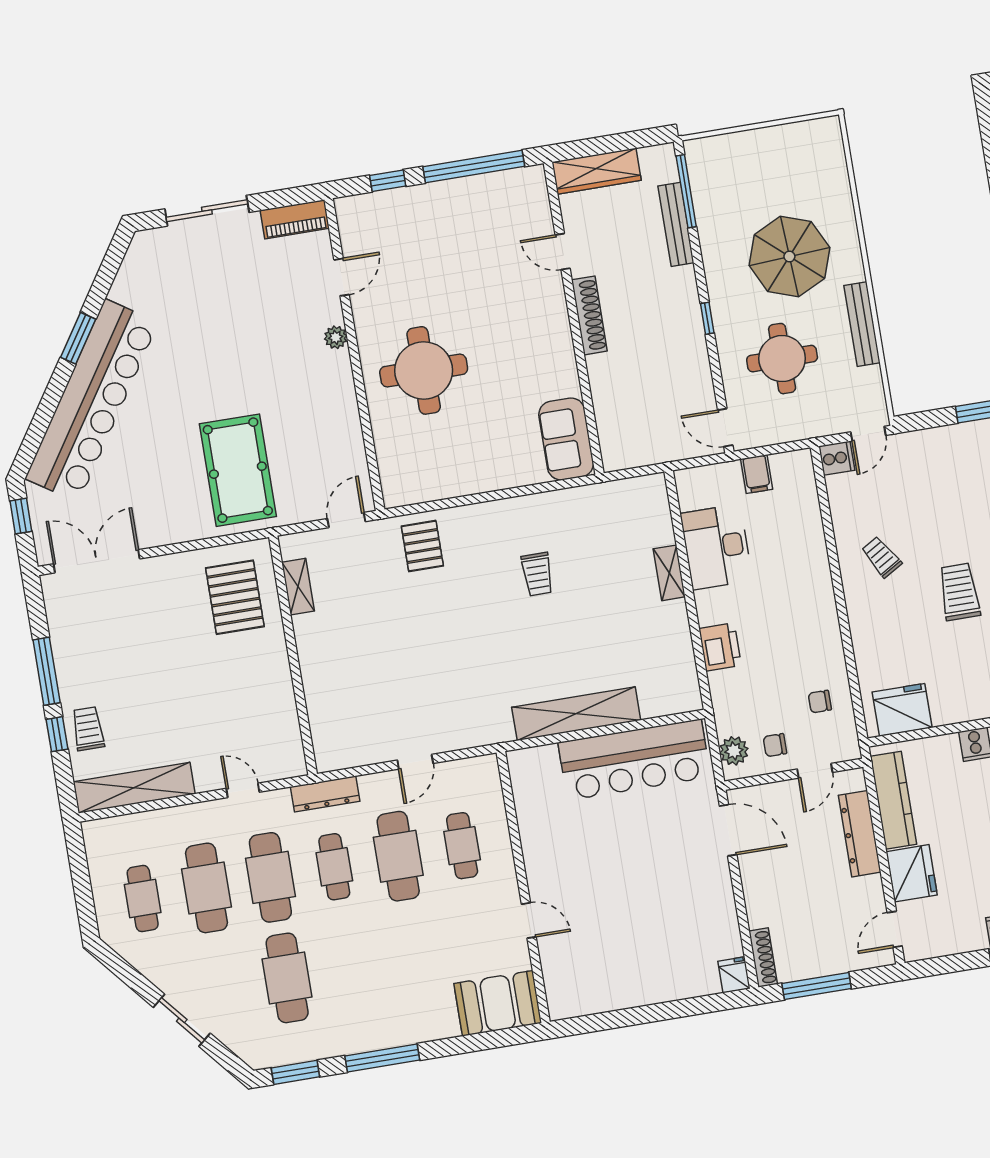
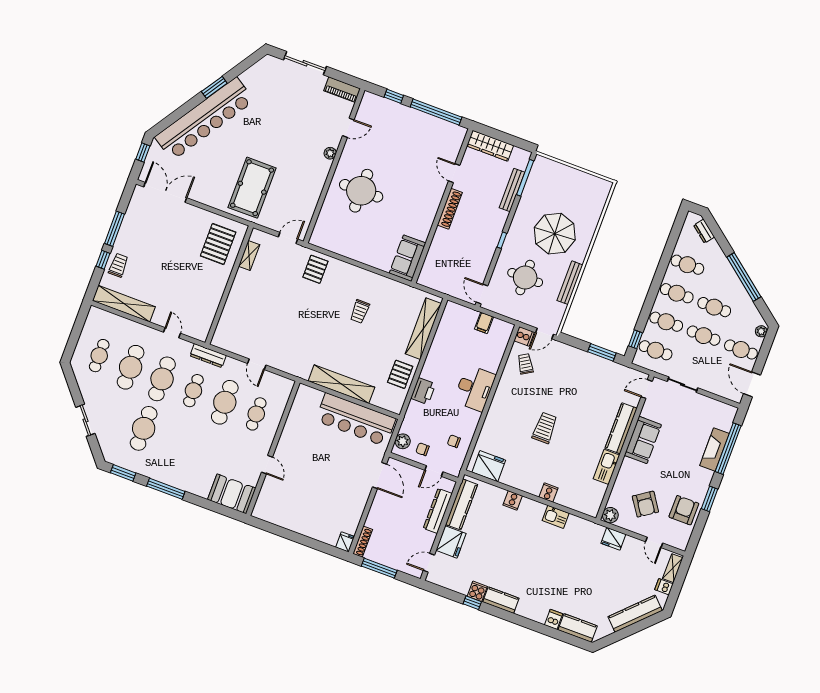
desk: (716, 547) -> (475, 388), moved, turned 180
trolley: (881, 557) -> (525, 364), moved
shelving: (669, 573) -> (423, 329), width x2.20, depth x1.33
pallet: (665, 641) -> (400, 374), added
door: (415, 762) -> (257, 364), hinge flipped

